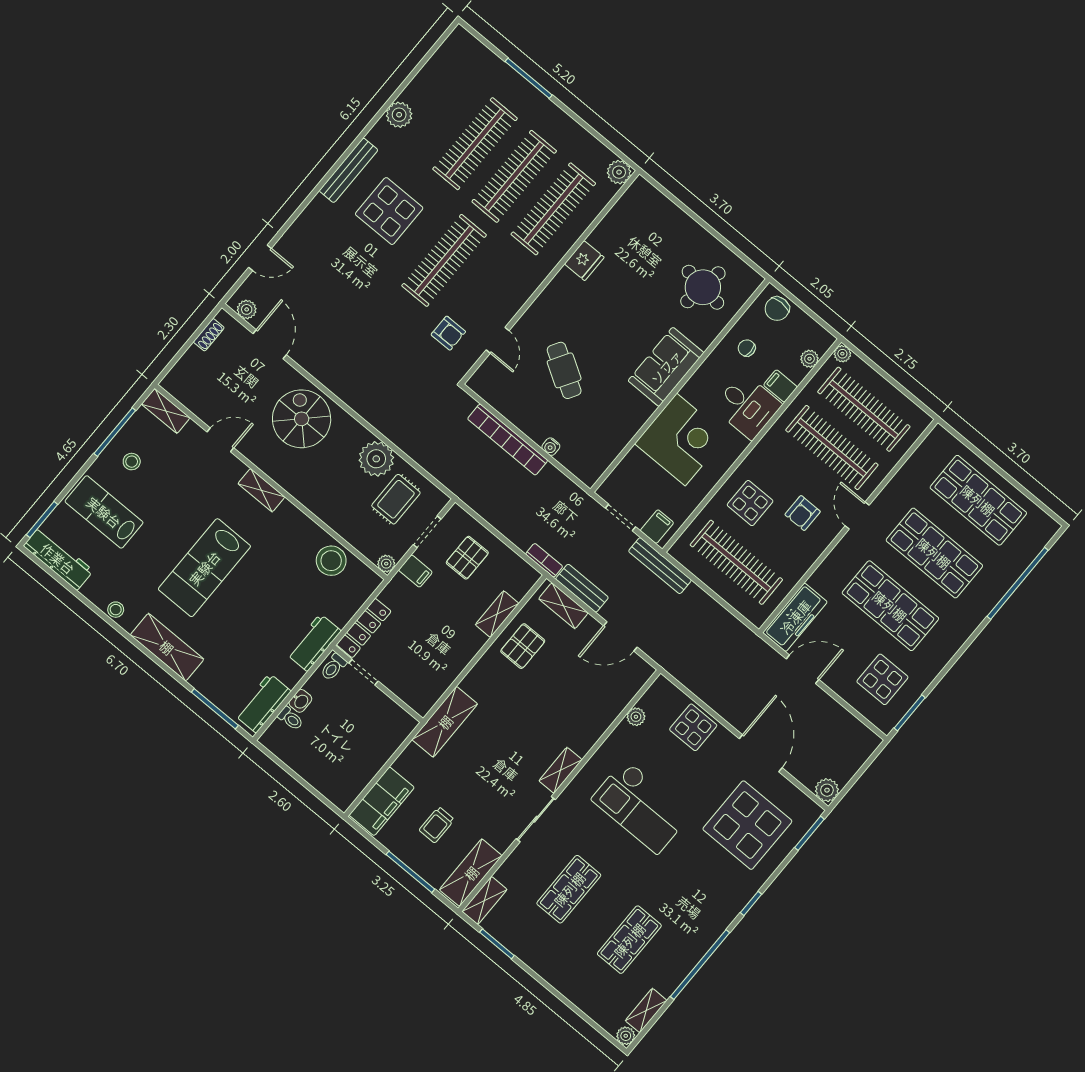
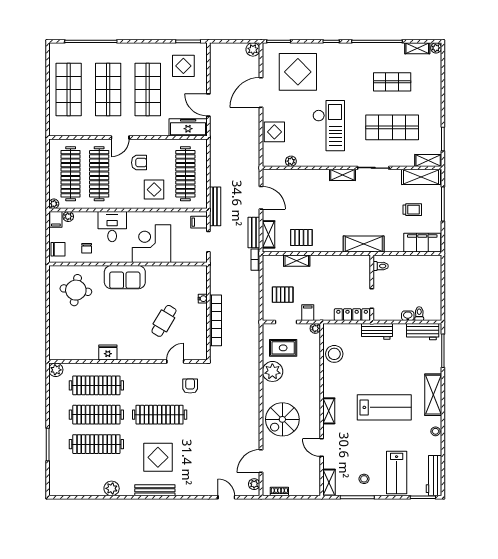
filing cabinet: (780, 386) -> (56, 219), moved
toilet: (333, 667) -> (381, 266), moved
shop shelf: (569, 889) -> (392, 127), width x1.43, depth x1.36

